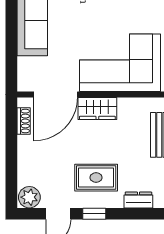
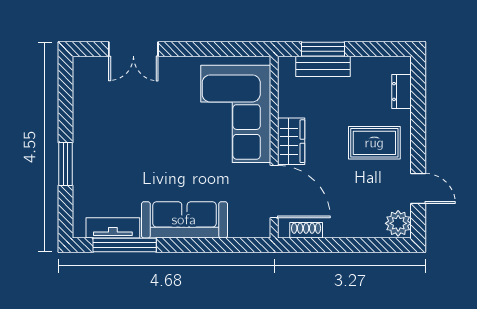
rug: (96, 178) -> (374, 143), turned 90
window: (94, 214) -> (418, 145), removed

